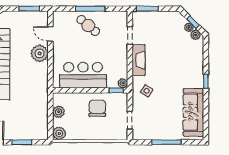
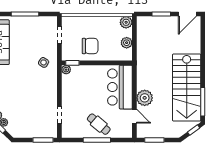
fireplace: (139, 60) -> (51, 91), removed
bar counter: (83, 75) -> (120, 87), moved, turned 90
chair: (97, 108) -> (90, 46), turned -90

